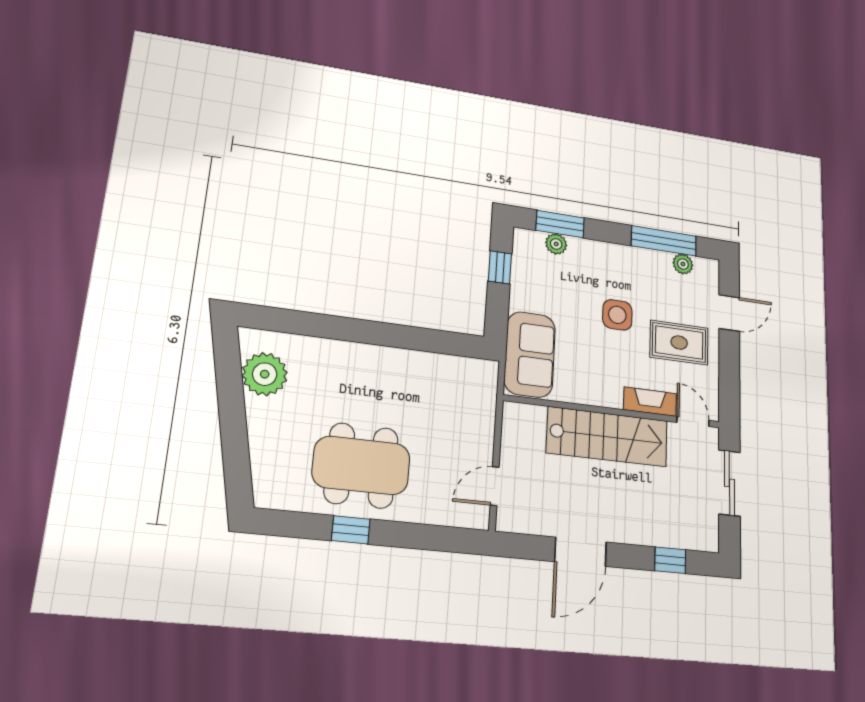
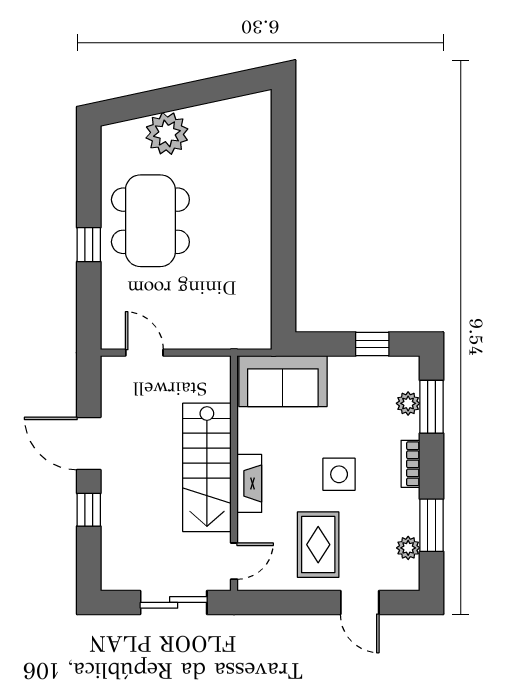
window: (664, 241) -> (432, 525), width x0.69
bookcase: (610, 250) -> (411, 464), added
plant: (265, 374) -> (167, 133), moved
fireplace: (650, 402) -> (249, 483), moved
window: (351, 530) -> (89, 245), moved
window: (670, 560) -> (89, 510), moved

